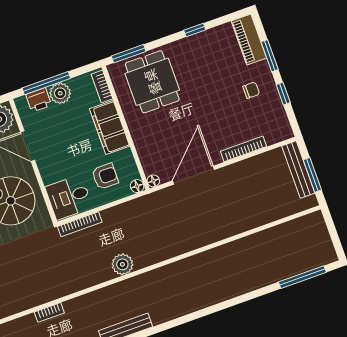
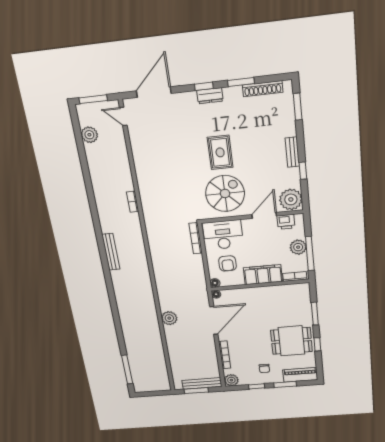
window: (129, 54) -> (315, 314), moved
dining table: (152, 82) -> (291, 341), moved
window: (46, 83) -> (310, 254), moved
printer: (39, 100) -> (286, 222), moved, turned -90
plant: (282, 130) -> (231, 380), added
door: (193, 175) -> (214, 320), hinge flipped
desk: (69, 197) -> (223, 235), width x1.37
plant: (122, 264) -> (169, 318), moved

